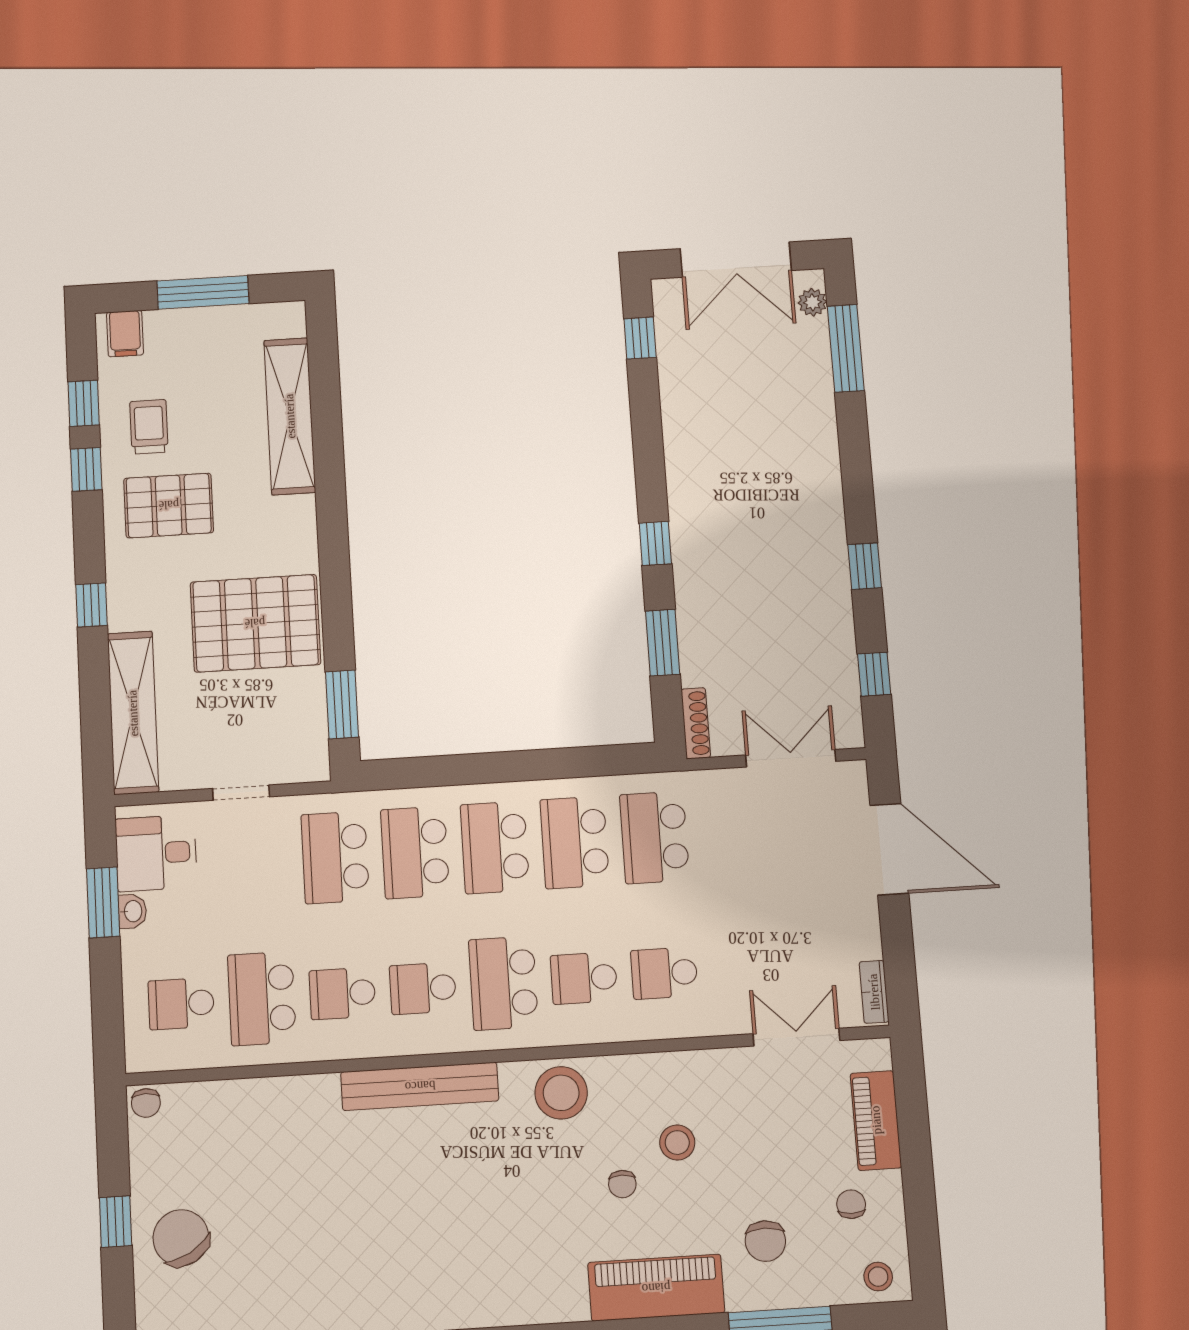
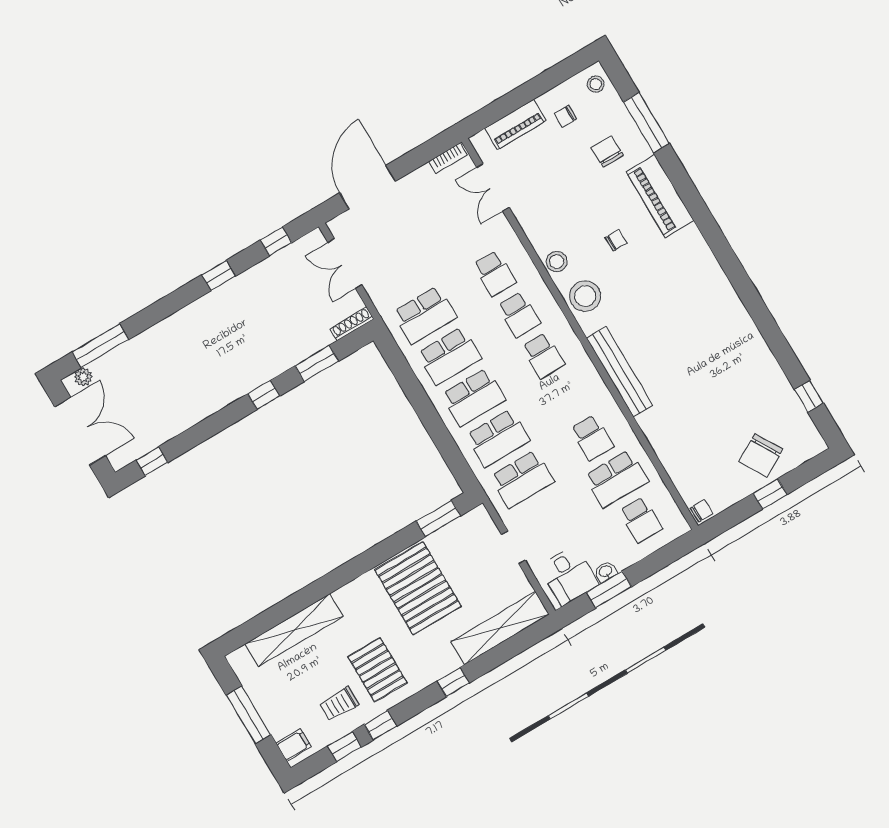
school desk: (503, 983) -> (543, 356), width x0.54
school desk: (423, 988) -> (568, 397), removed
stool: (677, 1142) -> (557, 262), moved
chair: (765, 1241) -> (607, 151), turned -90

